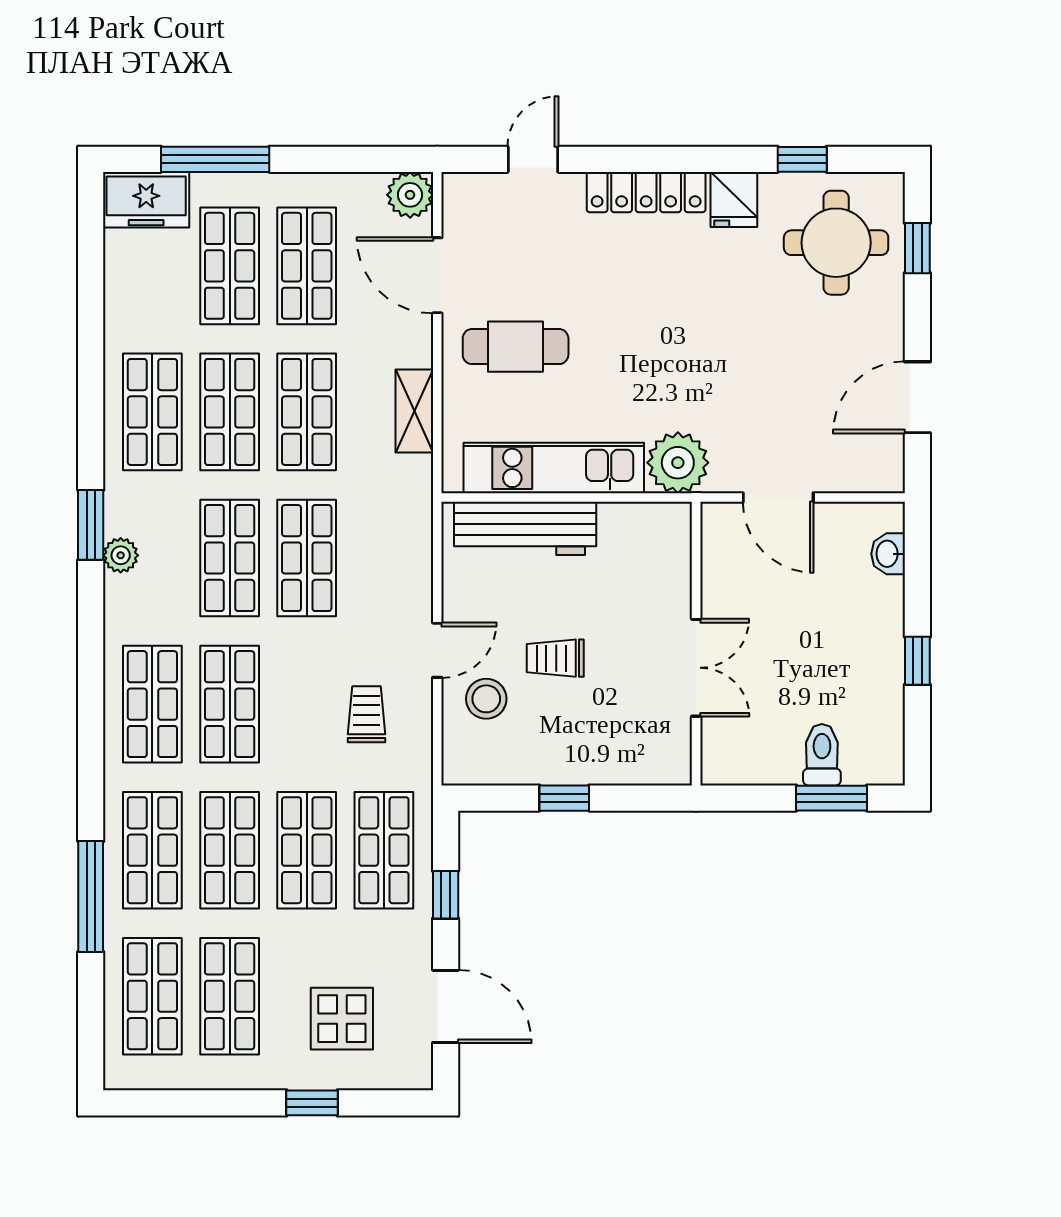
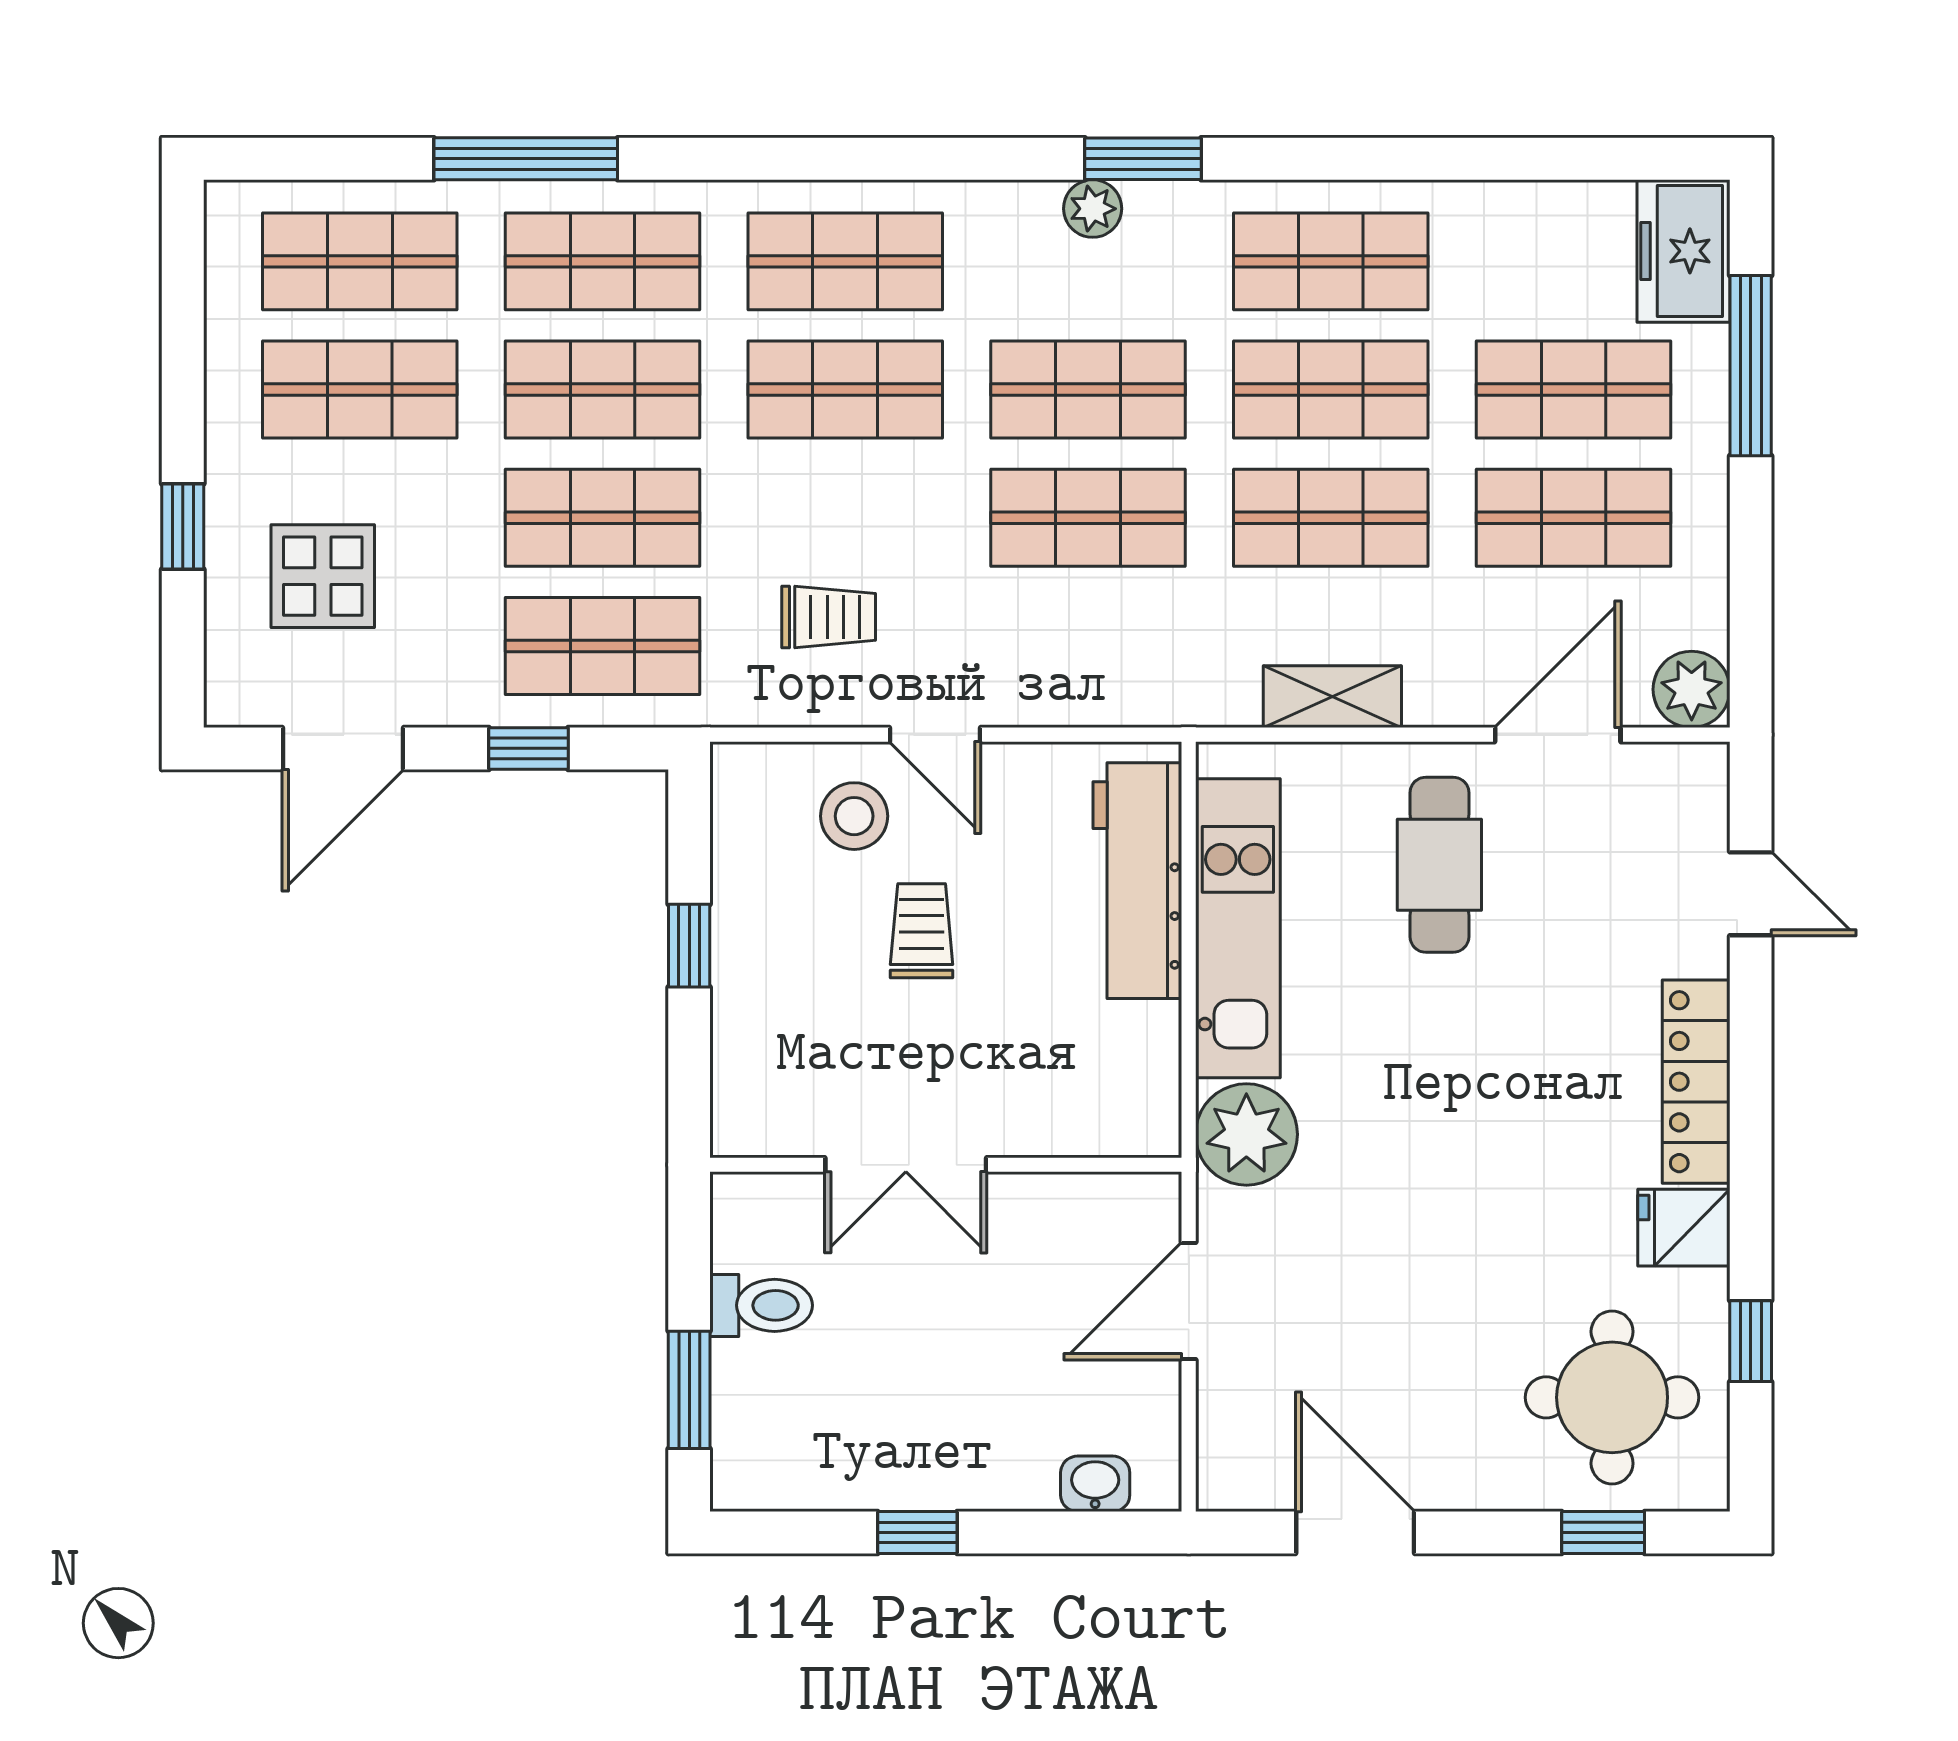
toilet: (822, 755) -> (761, 1305), moved

